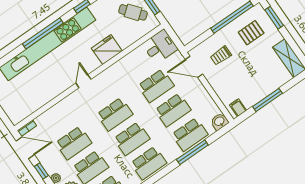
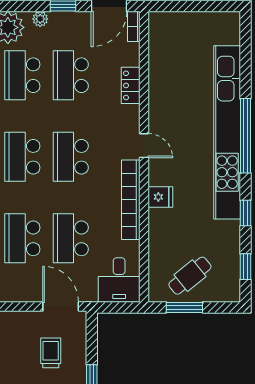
fridge: (107, 50) -> (160, 197), width x0.53, depth x0.75
door: (194, 67) -> (61, 306), hinge flipped
bookcase: (115, 69) -> (131, 200), added
locker: (58, 109) -> (131, 85), added

